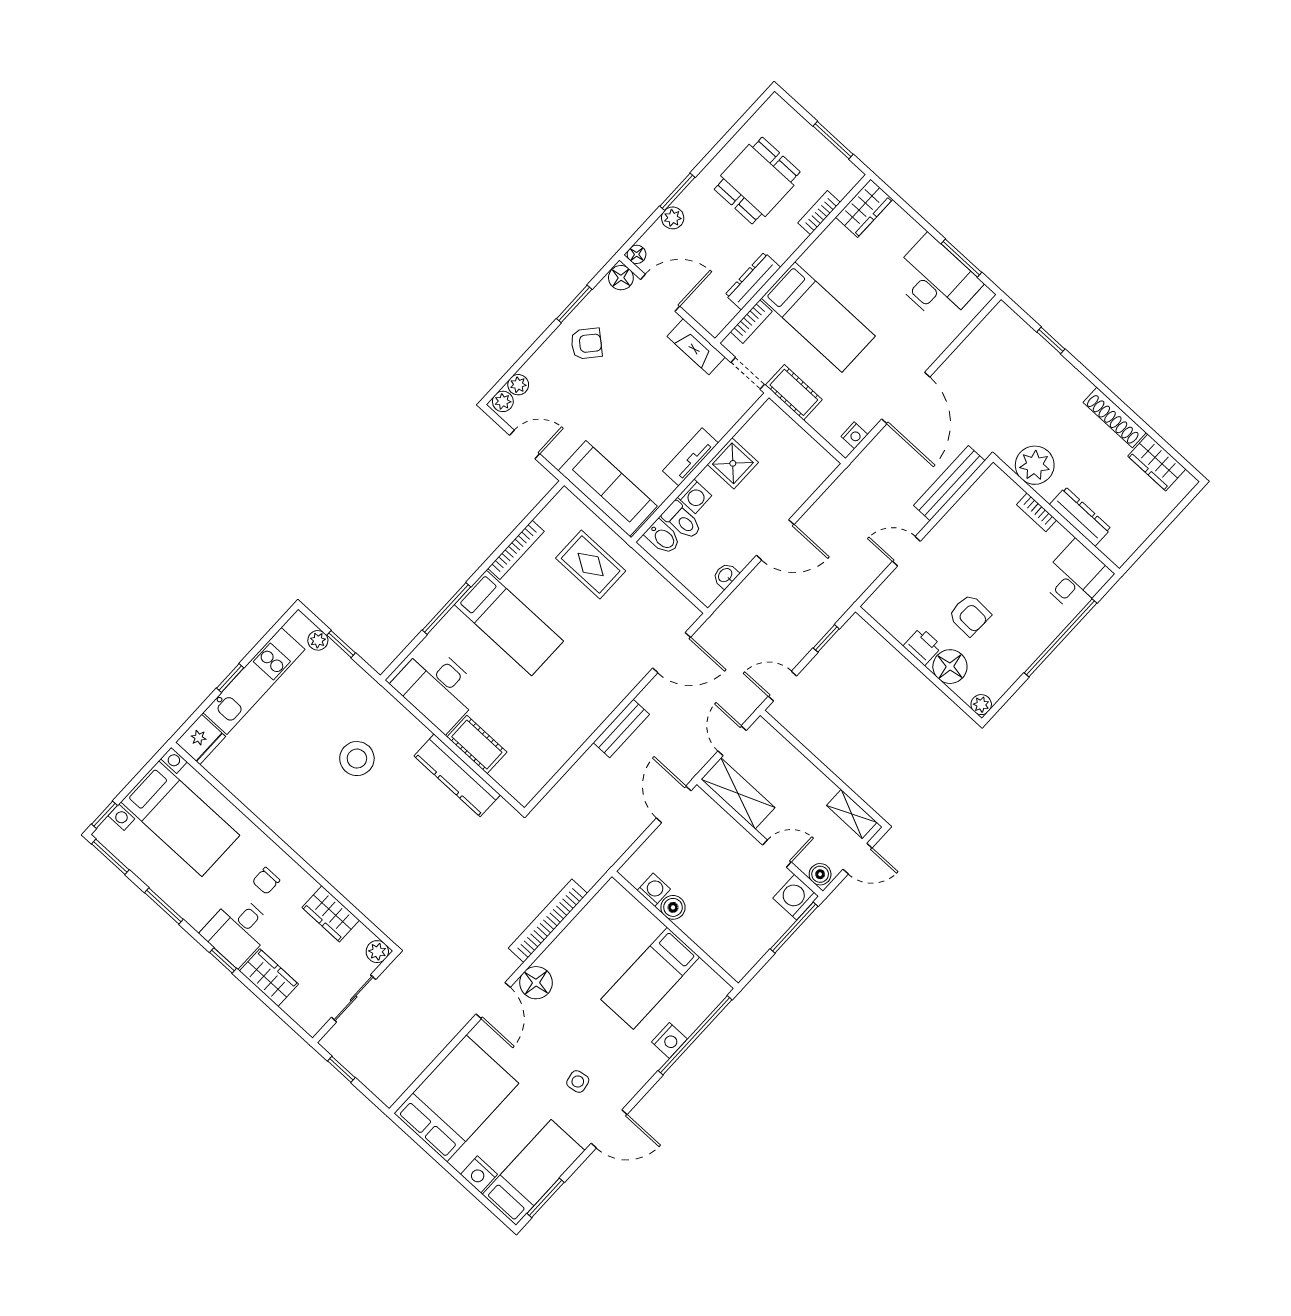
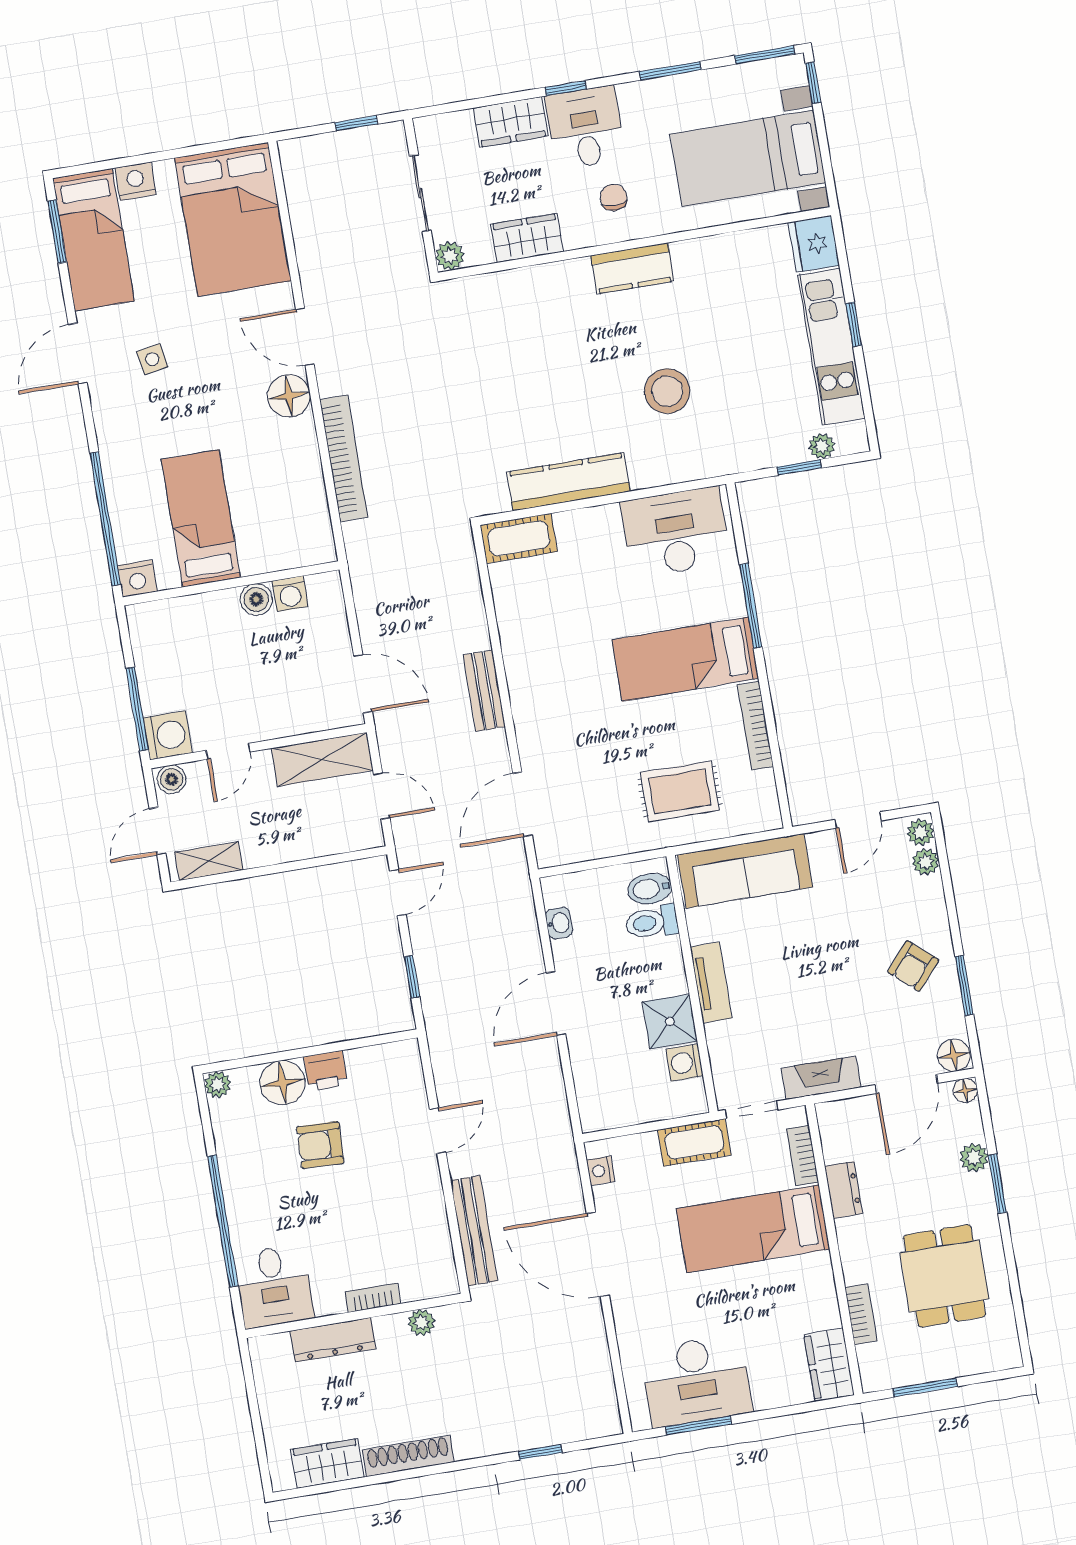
dresser: (753, 281) -> (844, 1190), width x0.70
plant: (1035, 465) -> (421, 1322), width x0.53, depth x0.53
washing machine: (695, 496) -> (685, 1063), moved
cot: (477, 744) -> (519, 538), moved
kitchen counter: (300, 837) -> (632, 268), added
nightstand: (669, 1040) -> (137, 578), moved, turned -90

